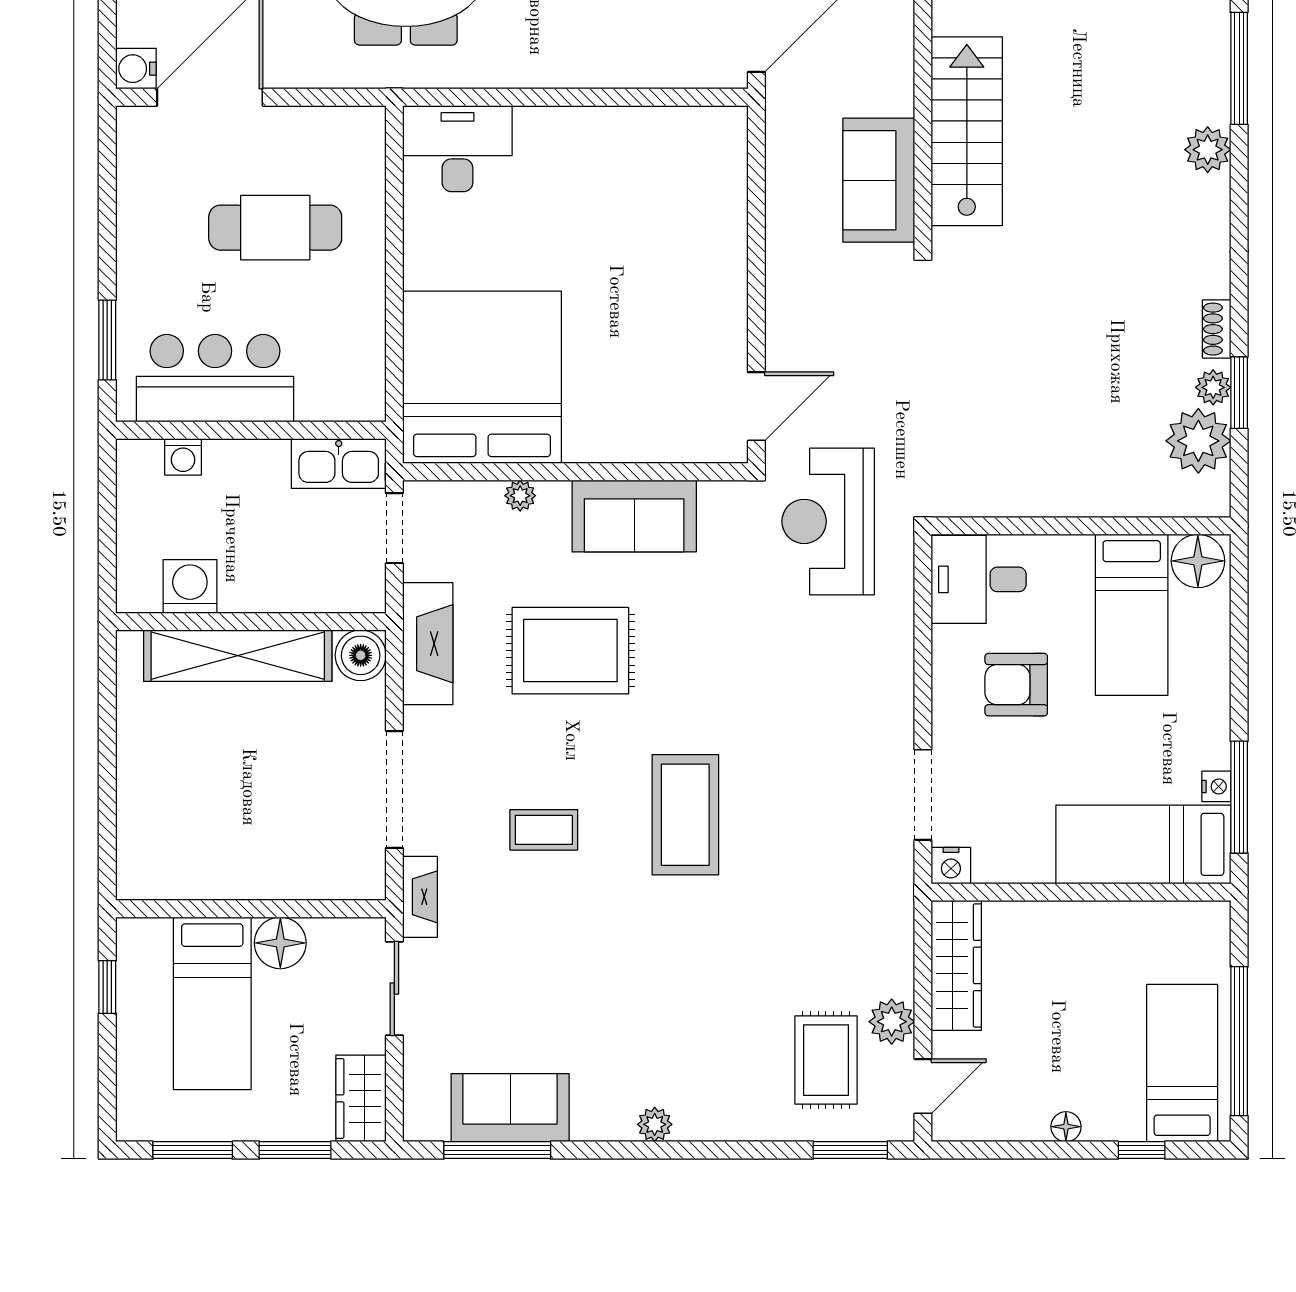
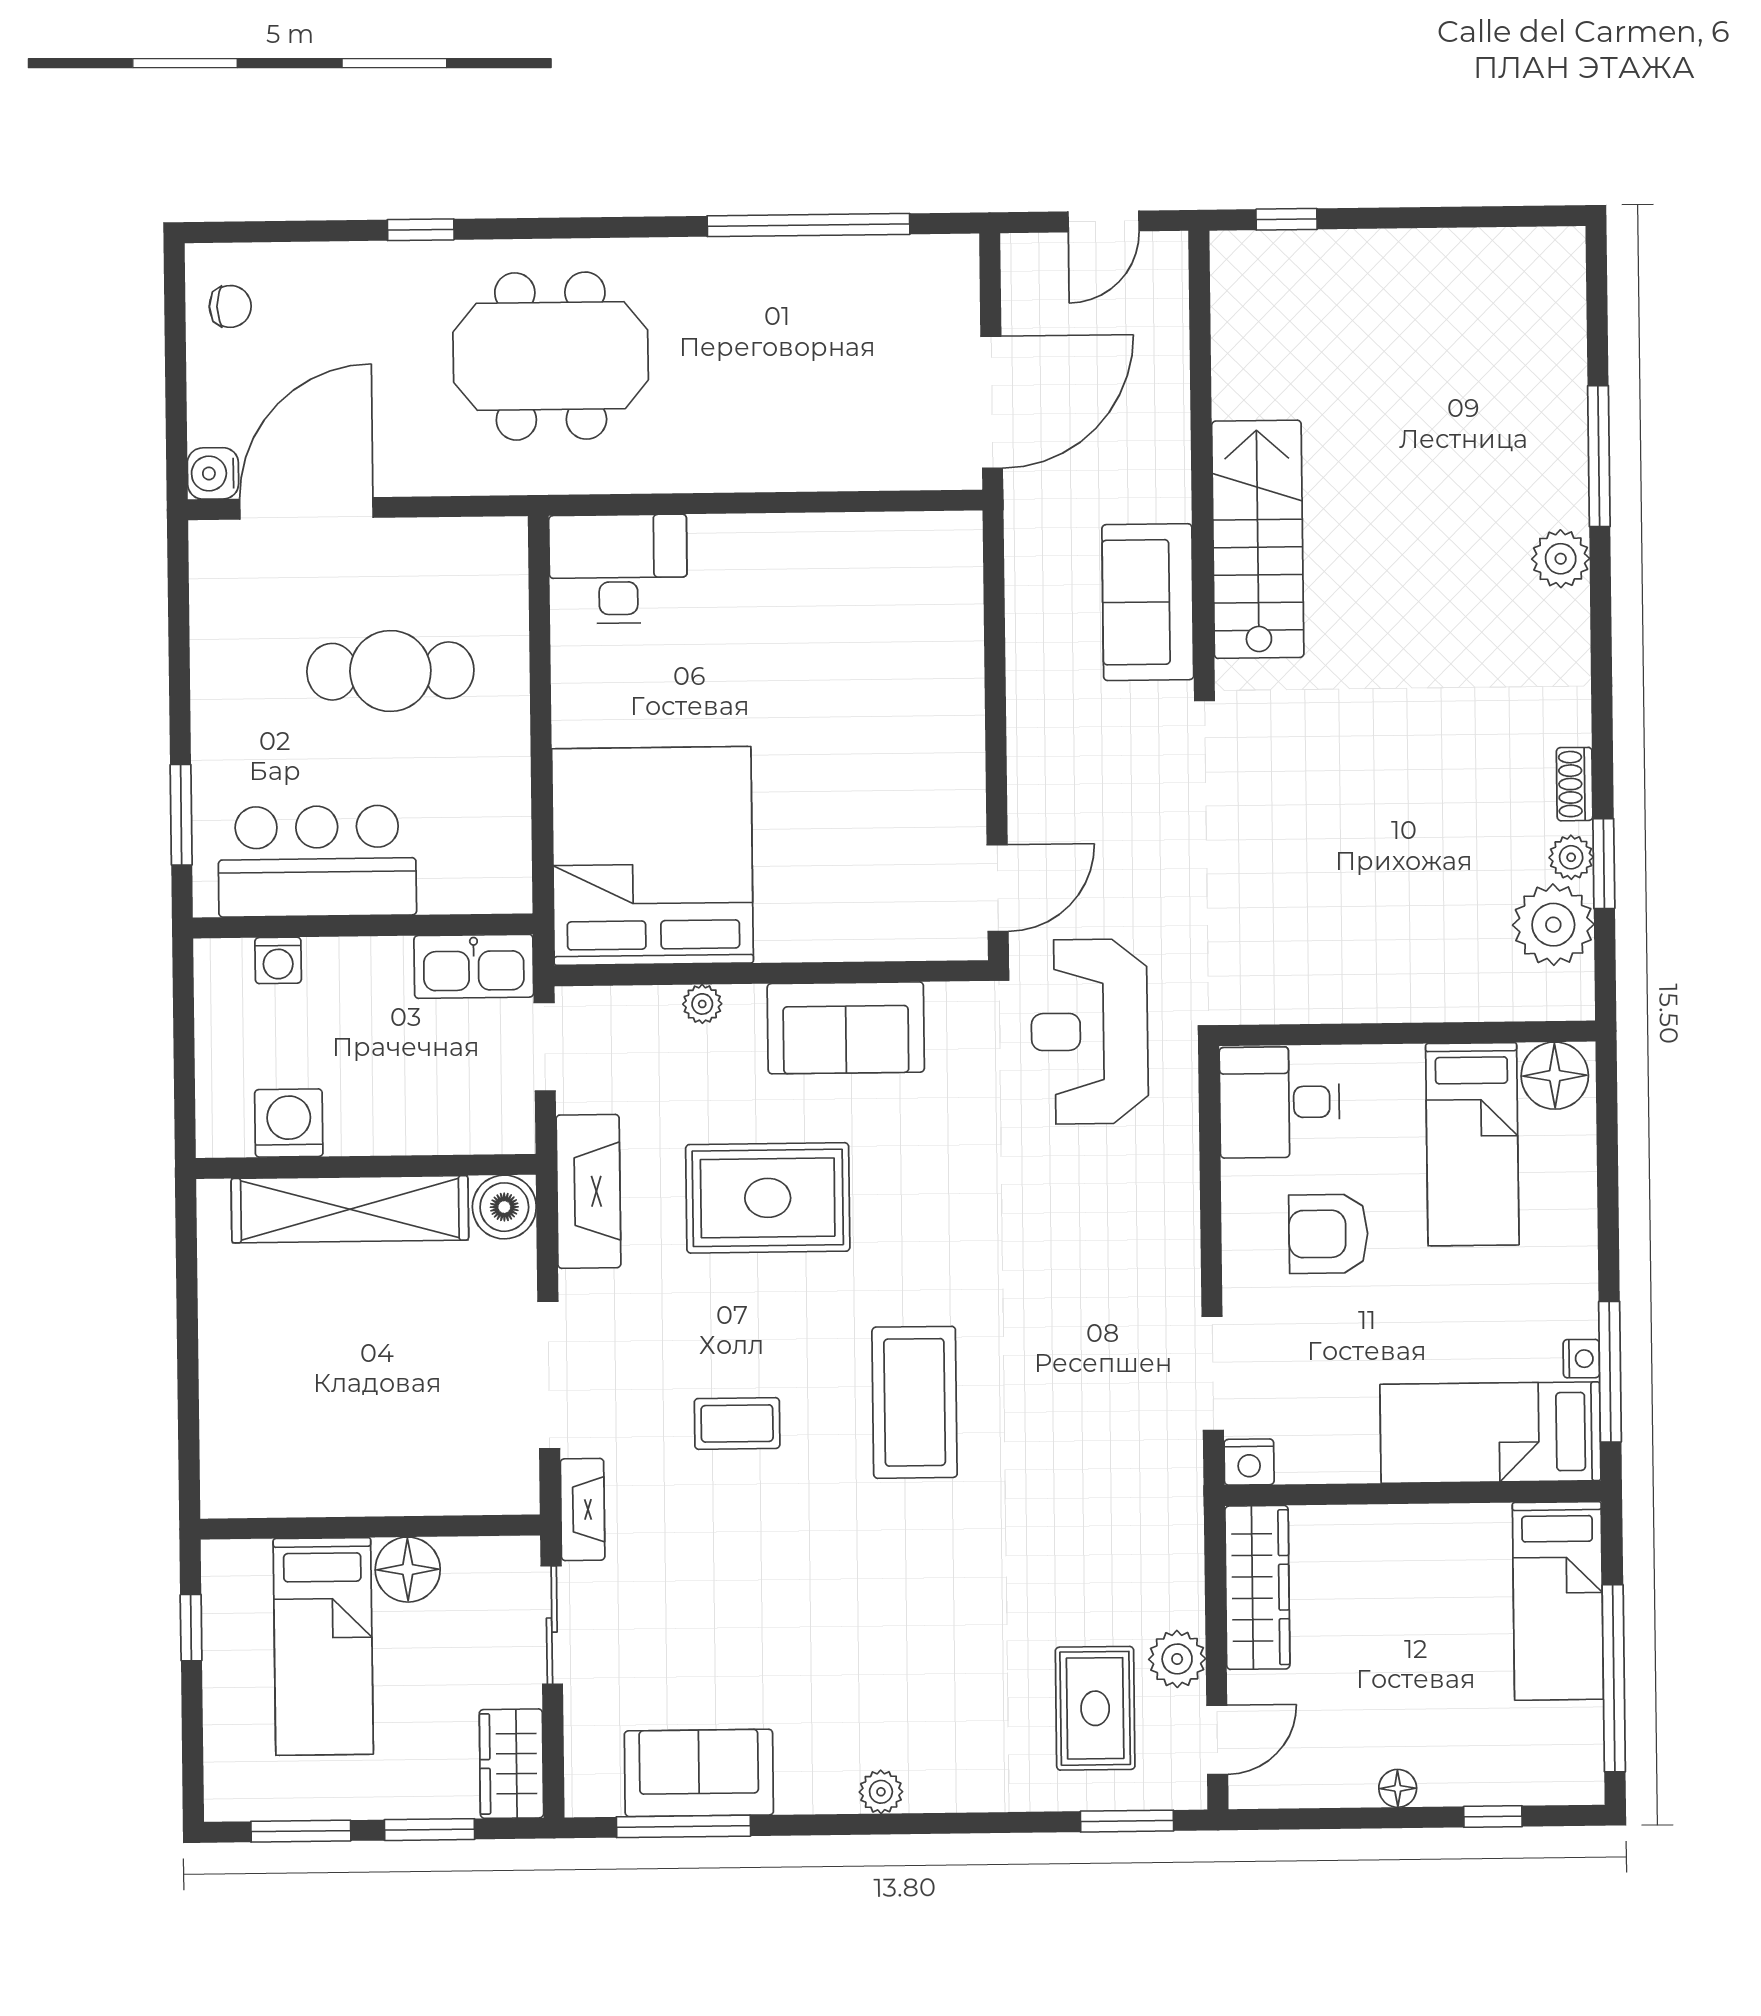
bed: (1182, 1063) -> (1558, 1601), moved, turned 180

